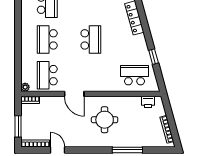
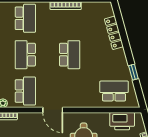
school desk: (47, 75) -> (25, 91), turned 180
printer: (148, 102) -> (122, 121), width x1.87, depth x1.48

